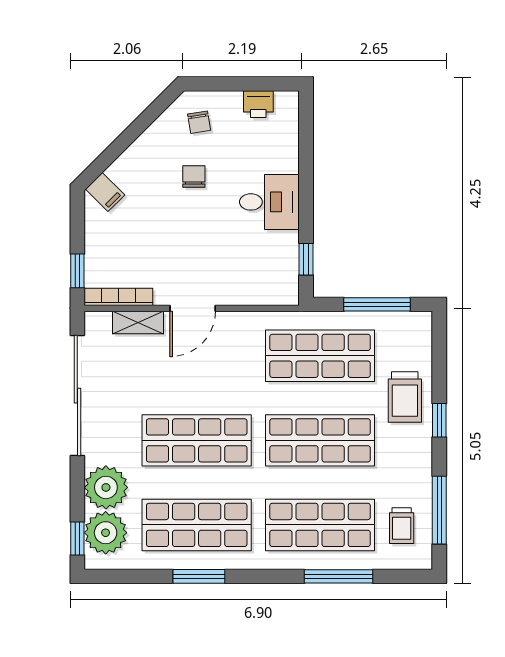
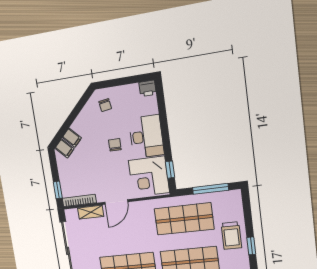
printer: (258, 104) -> (148, 88), moved
filing cabinet: (123, 174) -> (72, 138), added
chair: (194, 176) -> (115, 145), moved
desk: (269, 202) -> (146, 137), width x1.37
corner desk: (264, 267) -> (149, 177), added

